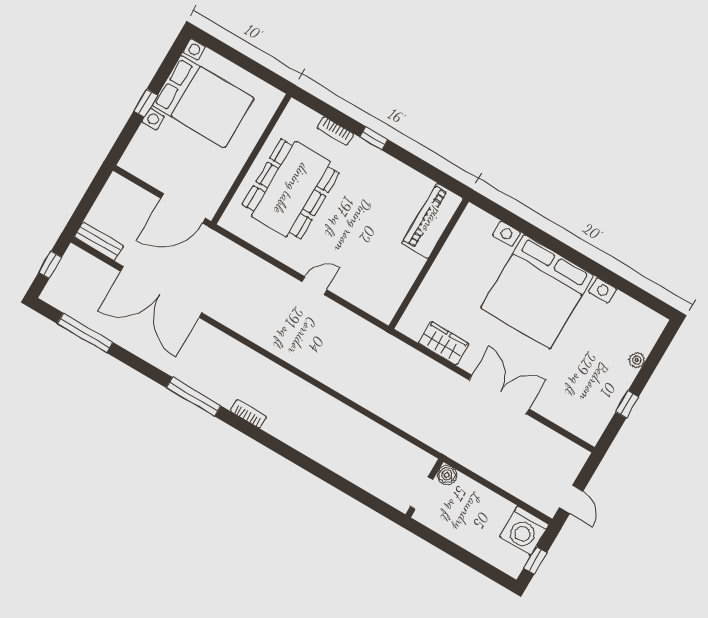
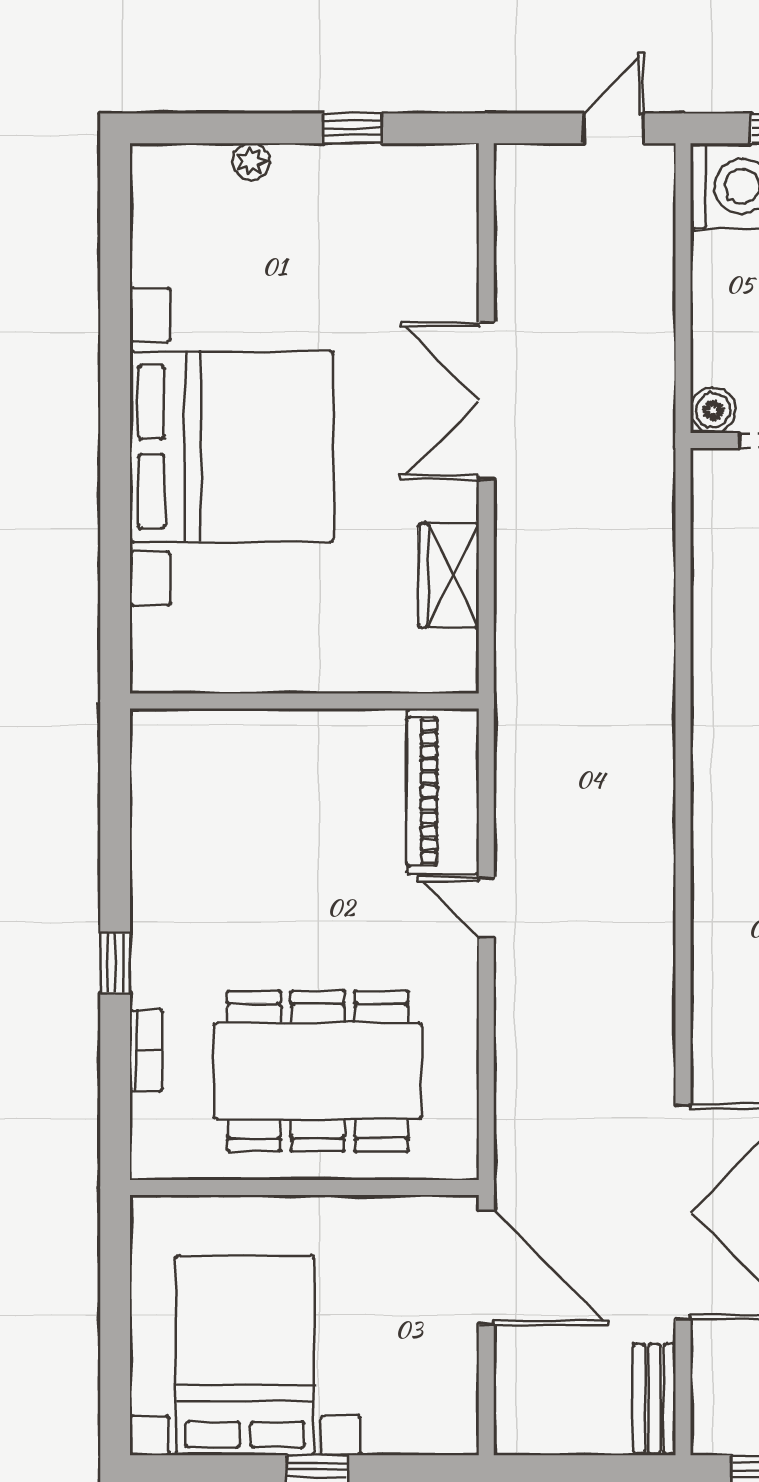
piano: (432, 221) -> (443, 791), moved, turned 90

